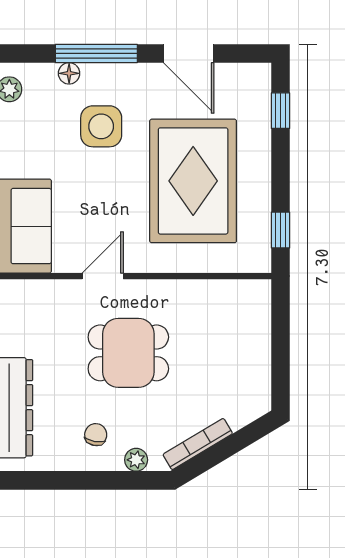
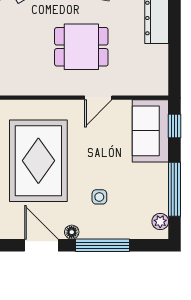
floor lamp: (69, 73) -> (72, 232), moved
side table: (101, 126) -> (99, 197), width x0.54, depth x0.54

